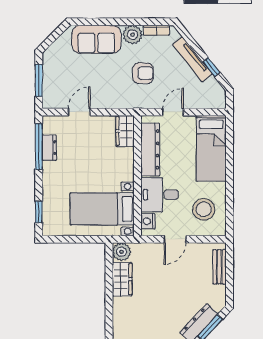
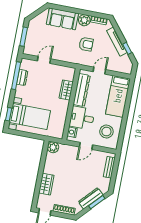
wardrobe: (125, 131) -> (66, 90), moved
bed with nightstands: (102, 209) -> (30, 117), moved, turned 180
wardrobe: (122, 279) -> (46, 184), moved

